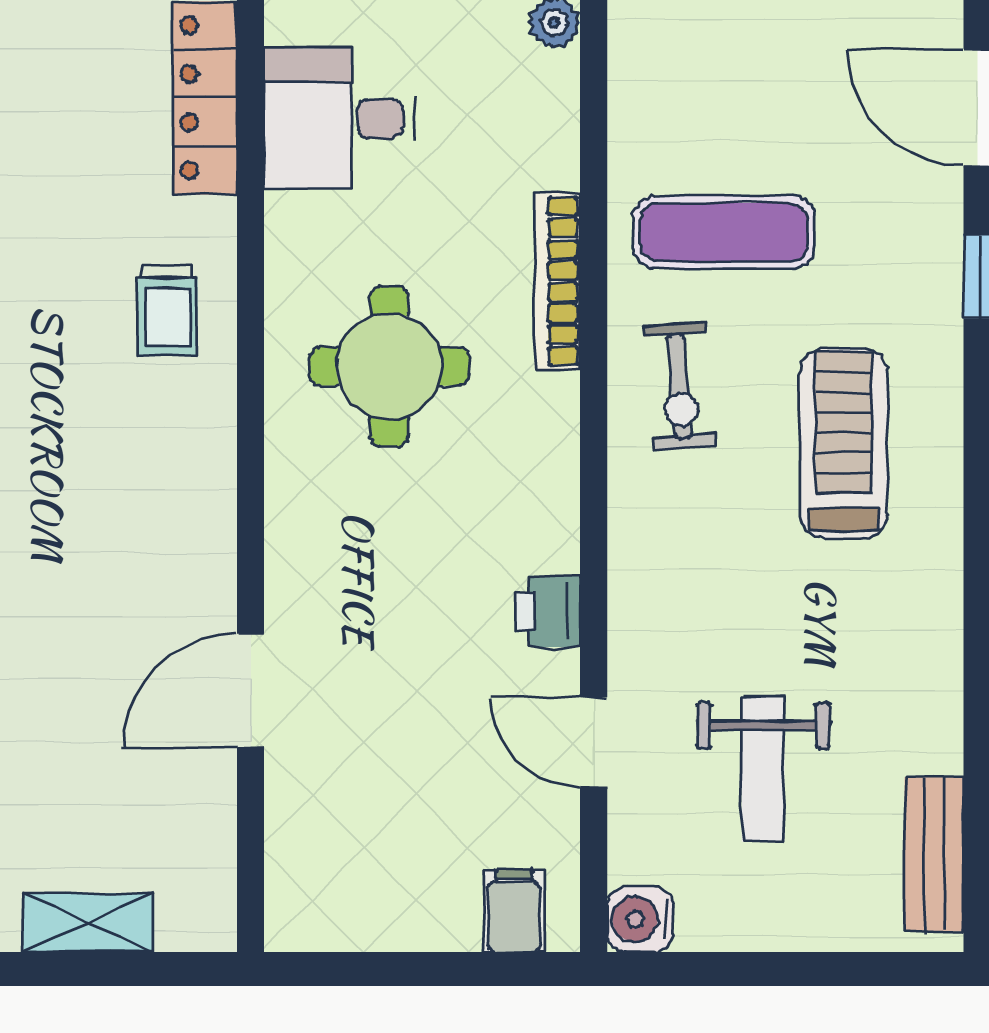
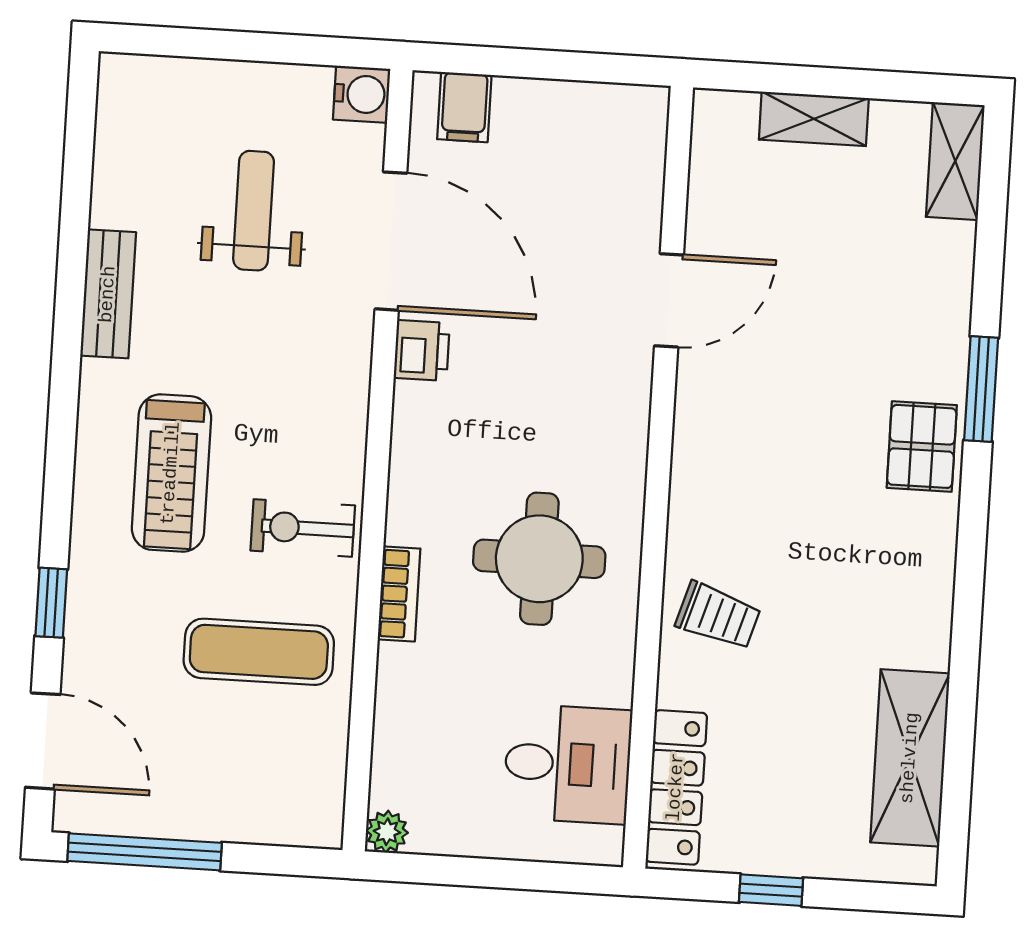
bookcase: (557, 281) -> (399, 594), width x0.64
trolley: (167, 310) -> (718, 616), turned 107
exercise bike: (680, 386) -> (303, 528), turned -85
door: (594, 742) -> (391, 241), width x1.87
bench: (934, 854) -> (108, 294), moved

